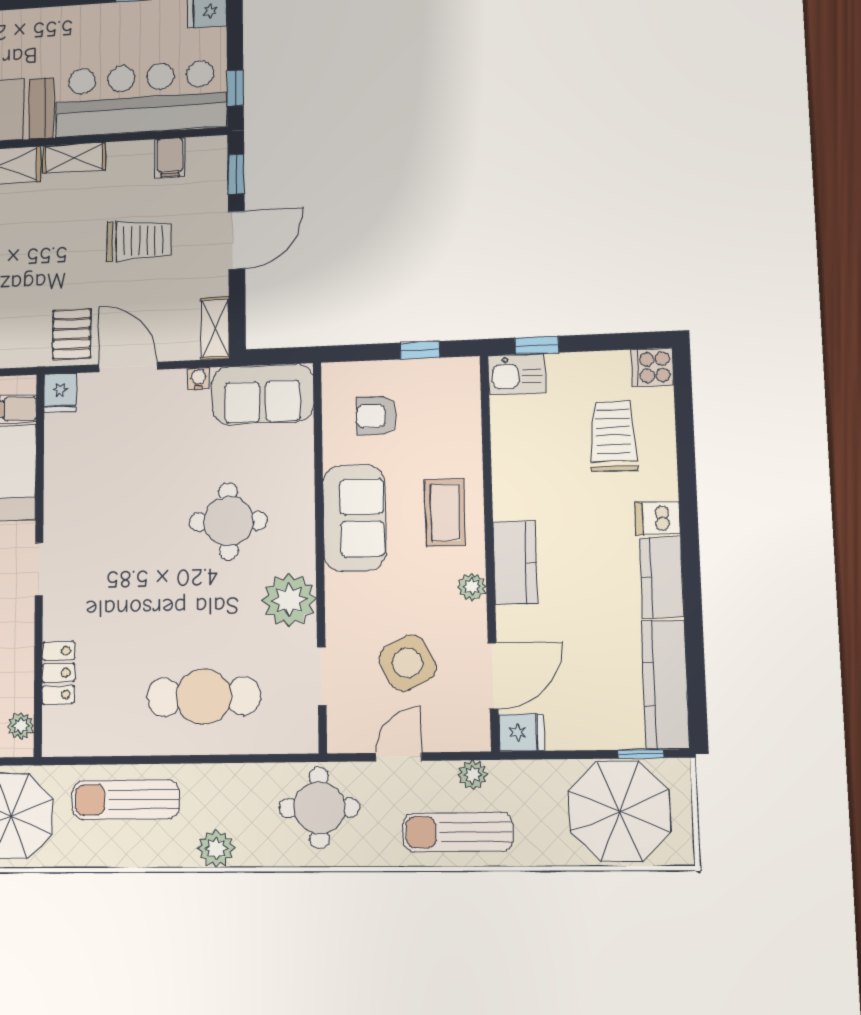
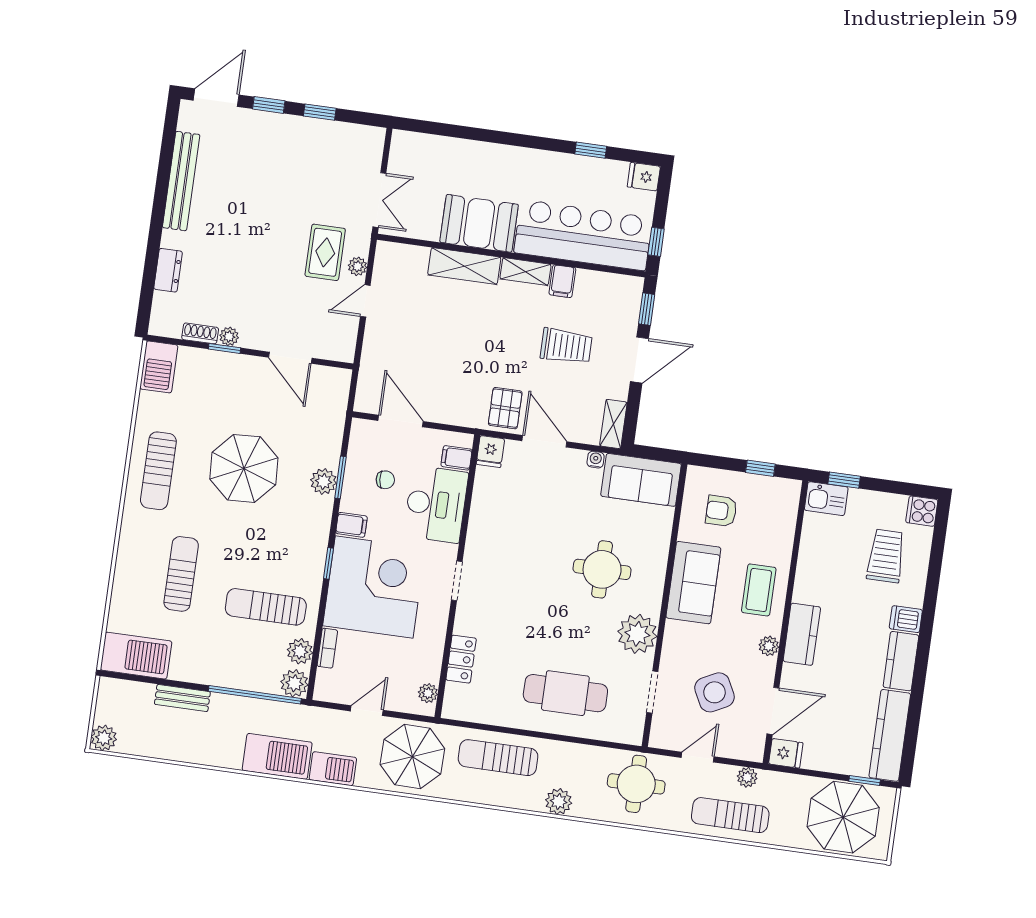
filing cabinet: (170, 158) -> (562, 281), moved

